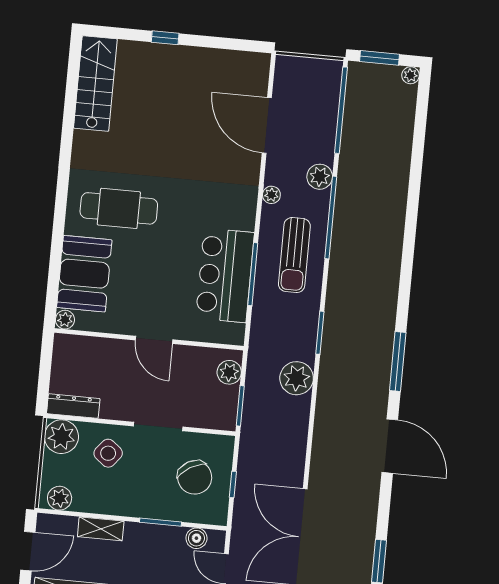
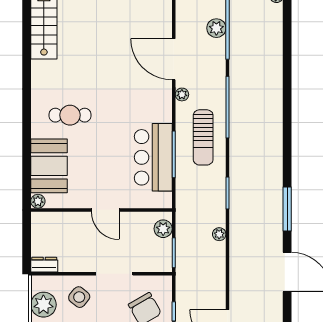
door: (267, 125) -> (174, 59), moved
plant: (320, 177) -> (216, 28), moved
cafe table: (119, 208) -> (70, 115), width x0.73, depth x0.74
plant: (297, 378) -> (219, 234), width x0.53, depth x0.53
dresser: (73, 406) -> (44, 265), width x0.70
plant: (61, 437) -> (43, 305), moved

